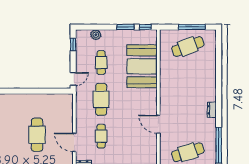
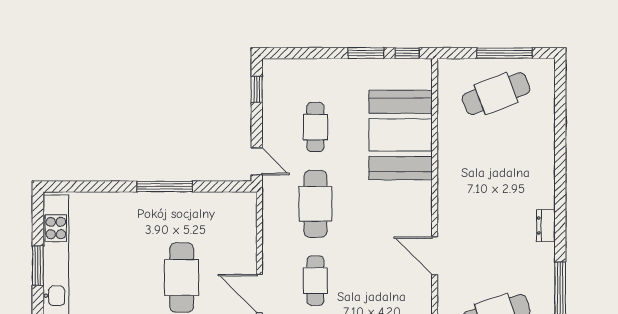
plant: (96, 35) -> (304, 69), removed
door: (73, 79) -> (257, 161), hinge flipped
window: (29, 91) -> (165, 187), added

